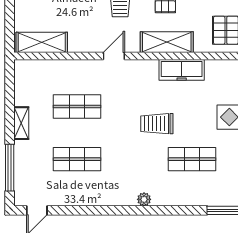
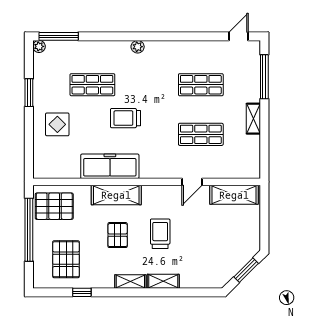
door: (114, 56) -> (192, 182), moved
freezer: (182, 70) -> (110, 166), width x1.36, depth x1.26
trolley: (157, 124) -> (125, 118), turned 180

